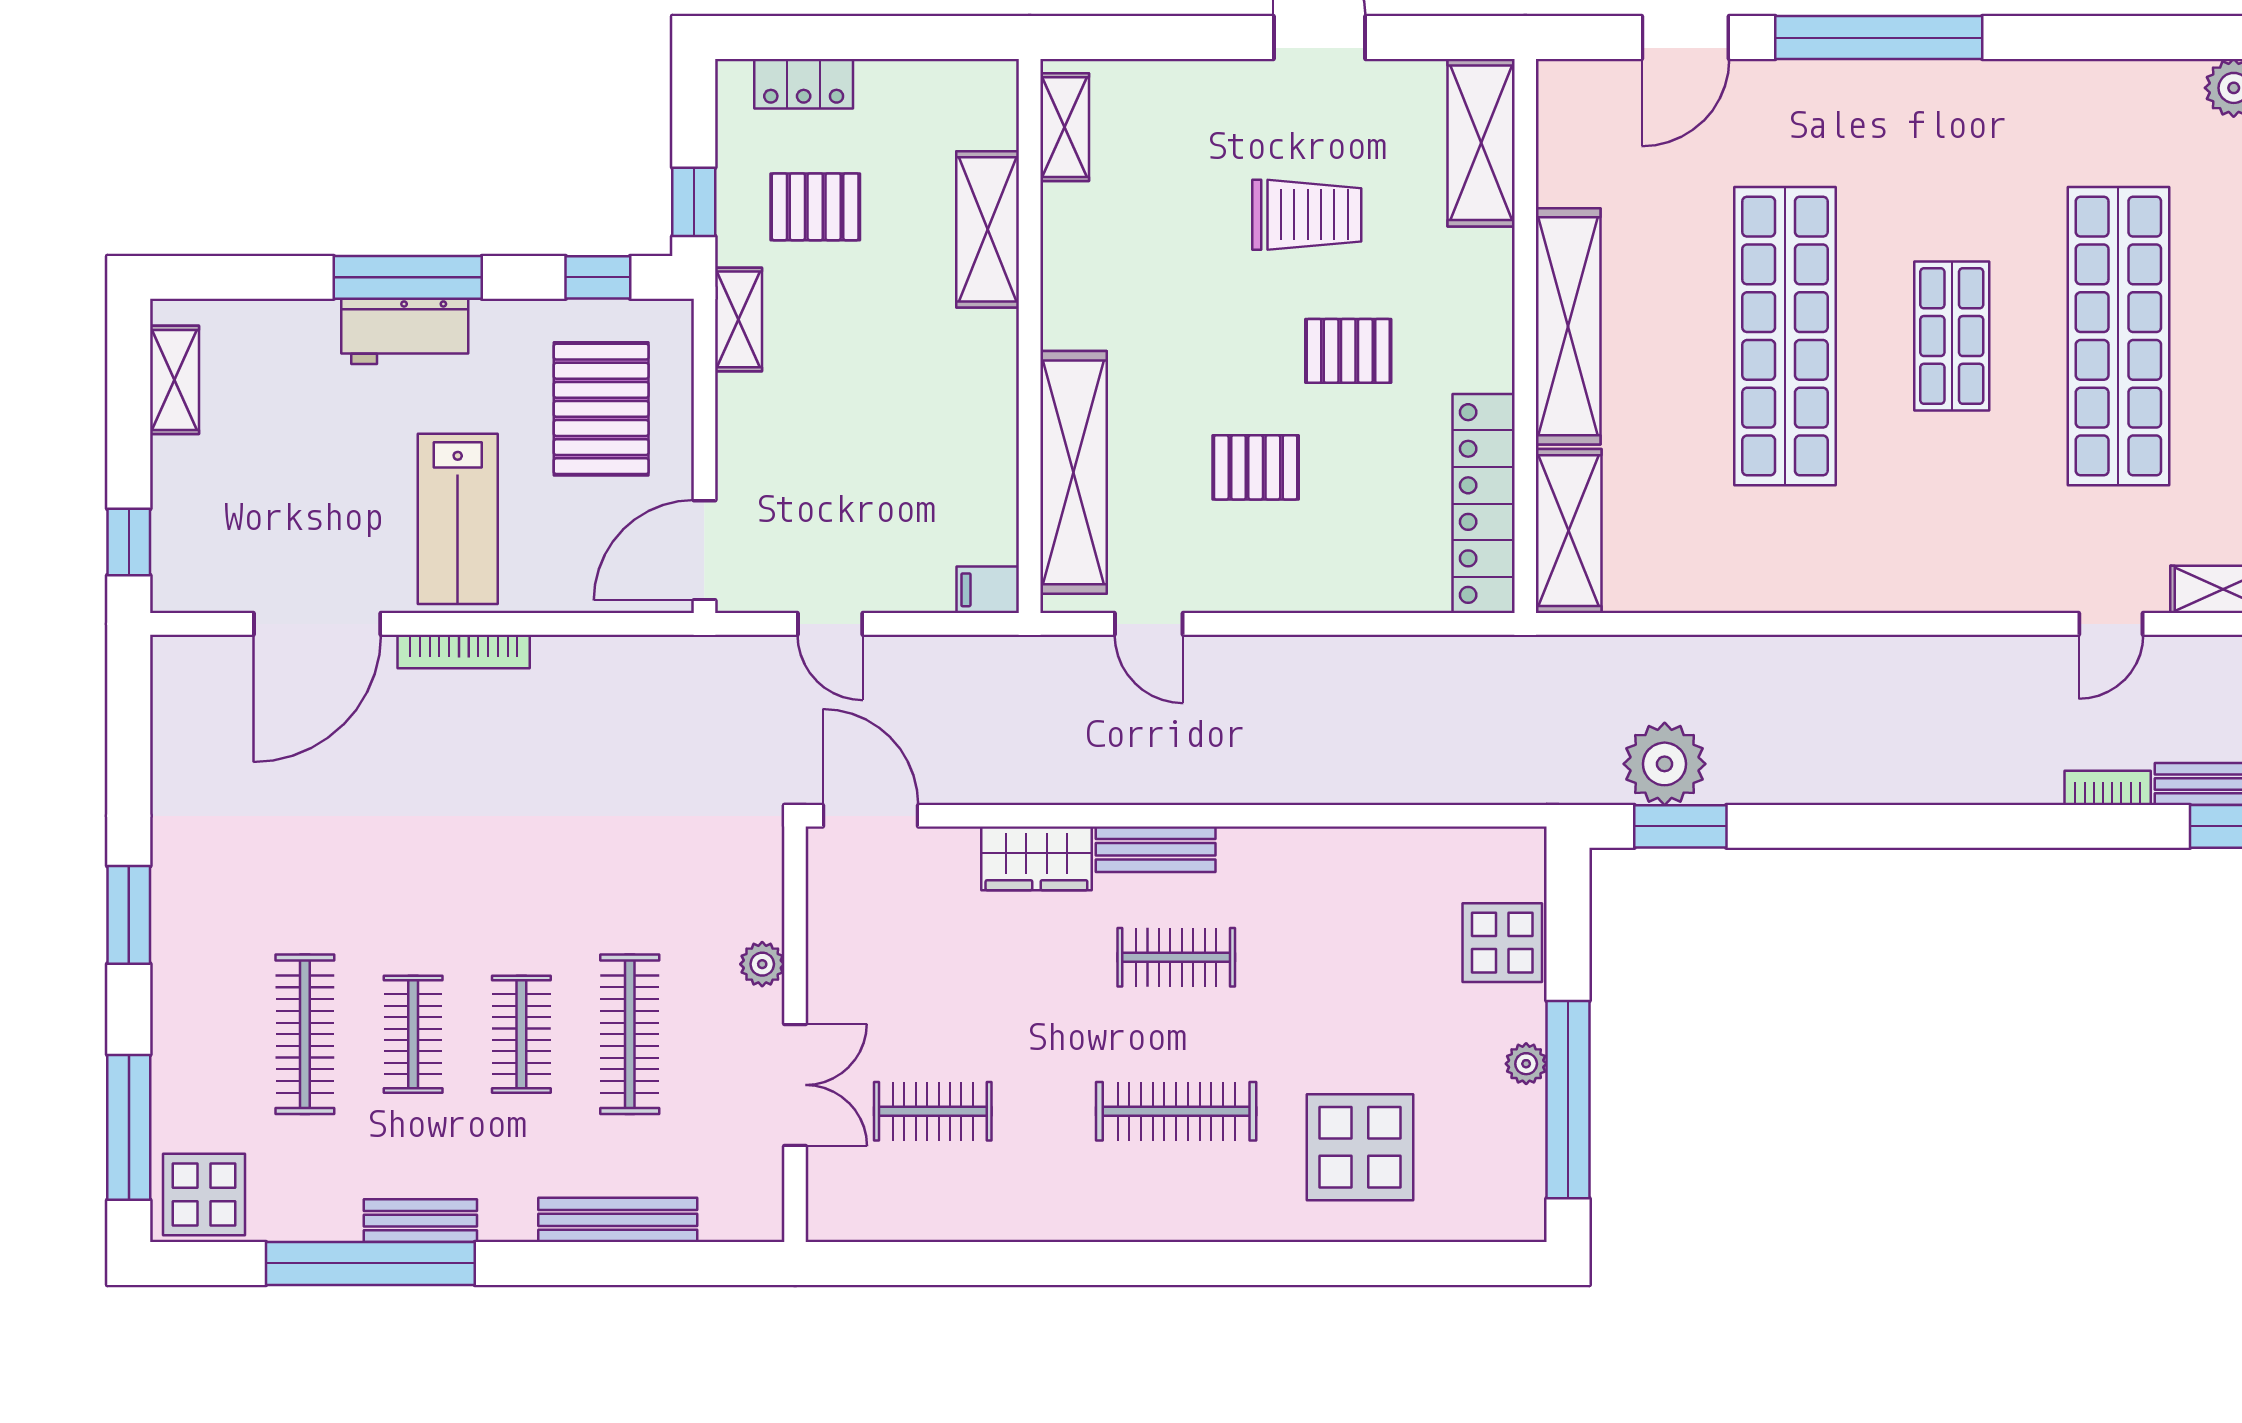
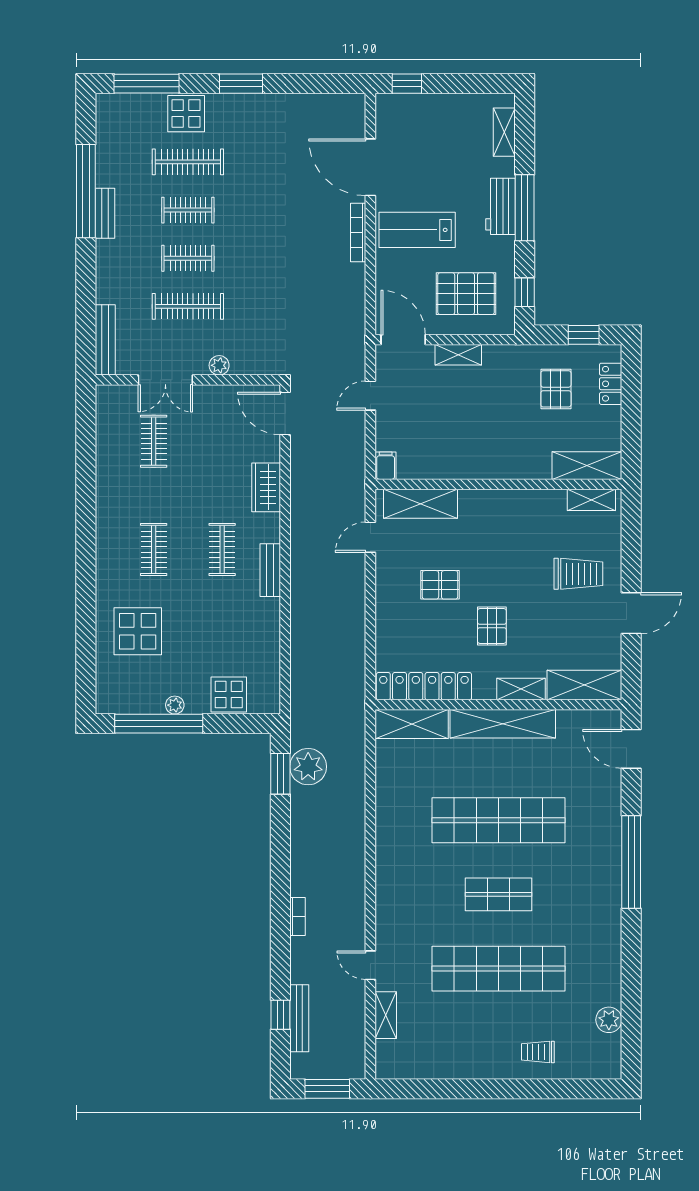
door: (1685, 38) -> (631, 749), moved
window: (694, 202) -> (584, 335), moved
trolley: (1307, 215) -> (578, 574), moved, turned -90
shelving: (988, 229) -> (587, 466), moved
shelving: (1490, 285) -> (521, 689), added
shelving: (738, 319) -> (458, 355), moved
shelving: (175, 380) -> (504, 132), moved, turned 90
pallet: (1256, 467) -> (440, 585), turned 90
shelving: (1073, 472) -> (421, 504), width x0.68
bookcase: (2108, 788) -> (297, 916), moved
door: (870, 816) -> (285, 413), swing flipped
bench: (1156, 849) -> (270, 570), moved
clothes rail: (1176, 1111) -> (154, 549), width x0.73
display table: (204, 1195) -> (186, 114), moved
bench: (618, 1220) -> (105, 340), moved

